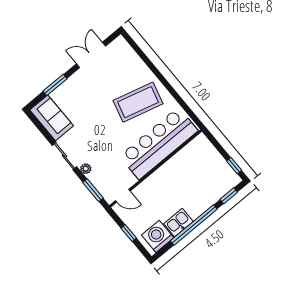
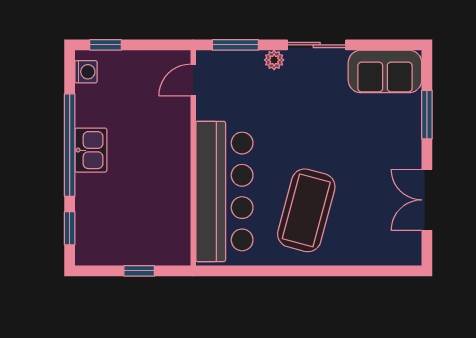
double door: (91, 55) -> (427, 200), swing flipped
window: (234, 166) -> (139, 271), moved
kitchen sink: (178, 223) -> (91, 150), moved
window: (129, 233) -> (106, 45), moved
washing machine: (158, 236) -> (86, 72), width x0.53, depth x0.53

